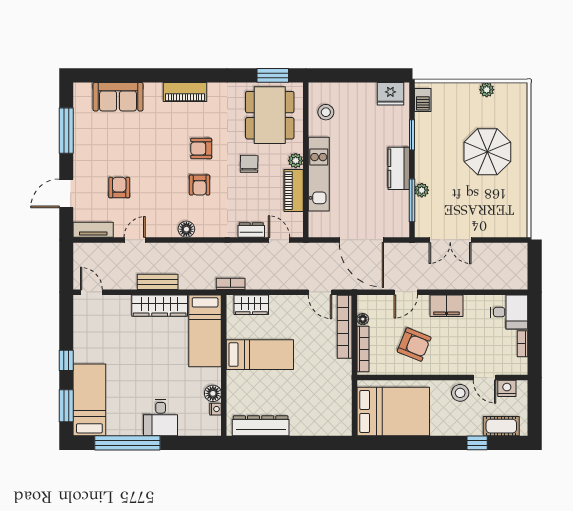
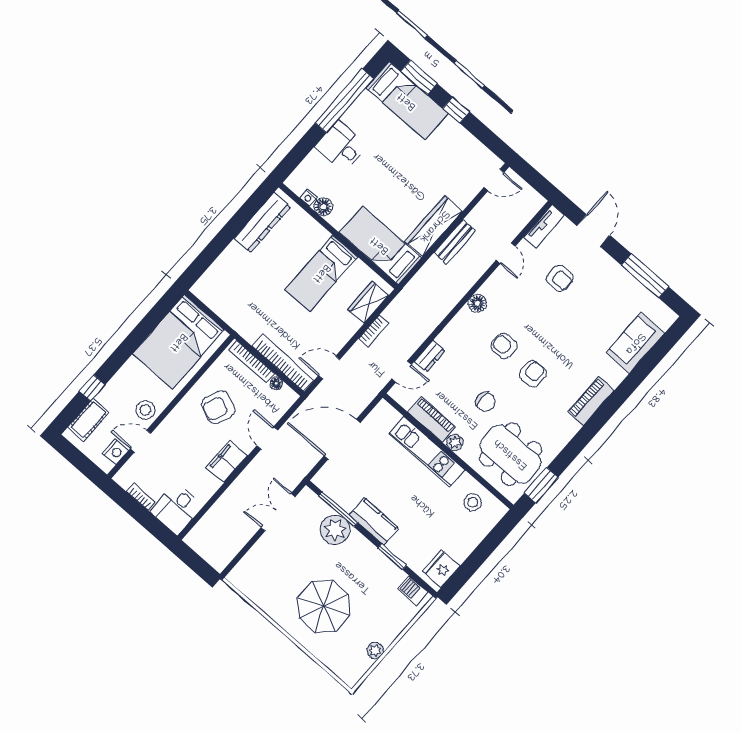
plant: (422, 190) -> (335, 530), width x1.88, depth x1.88
bookcase: (231, 284) -> (374, 331), moved

